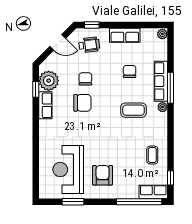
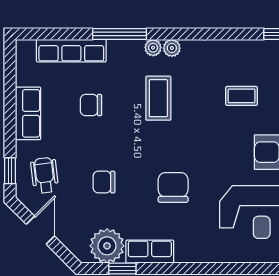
plant: (162, 34) -> (172, 48), moved
row of seats: (161, 81) -> (71, 51), moved
chair: (82, 103) -> (173, 187), moved
coffee table: (152, 155) -> (242, 96), moved

